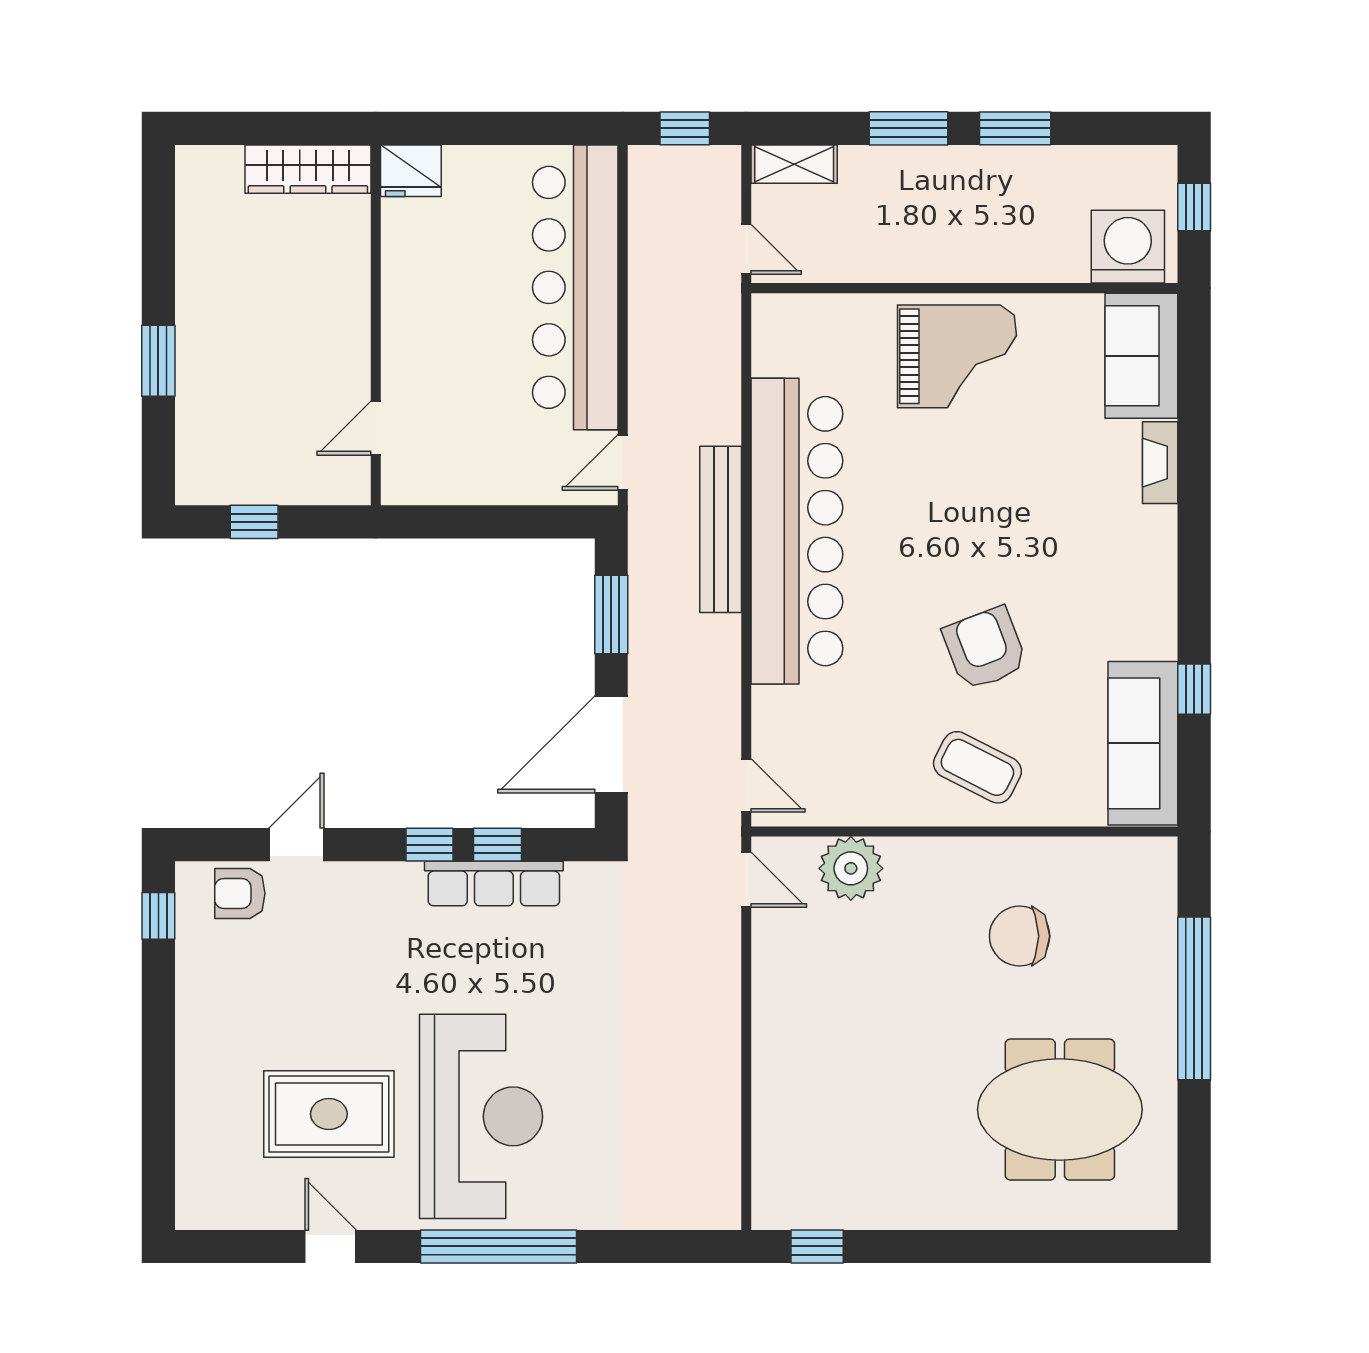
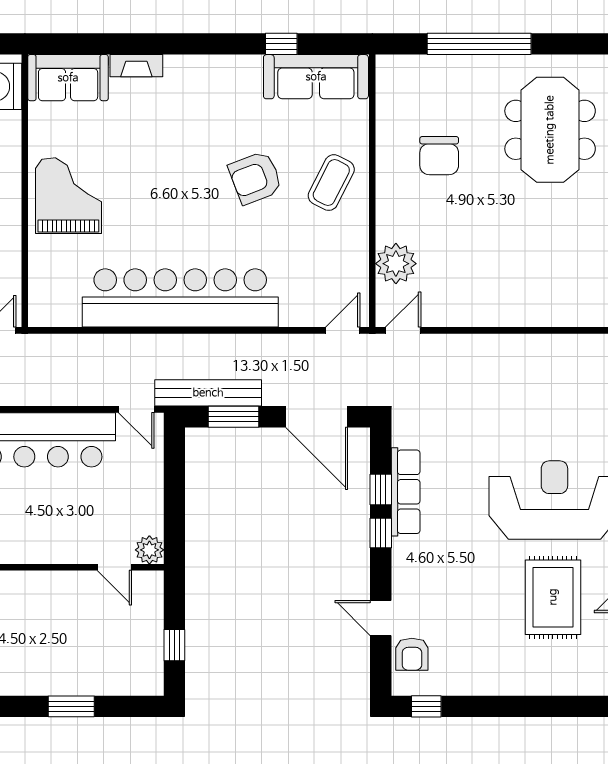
plant: (403, 483) -> (149, 550), added
bench: (721, 529) -> (208, 393), moved

